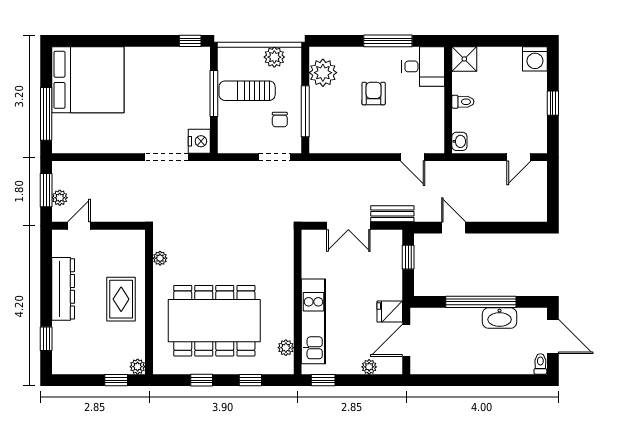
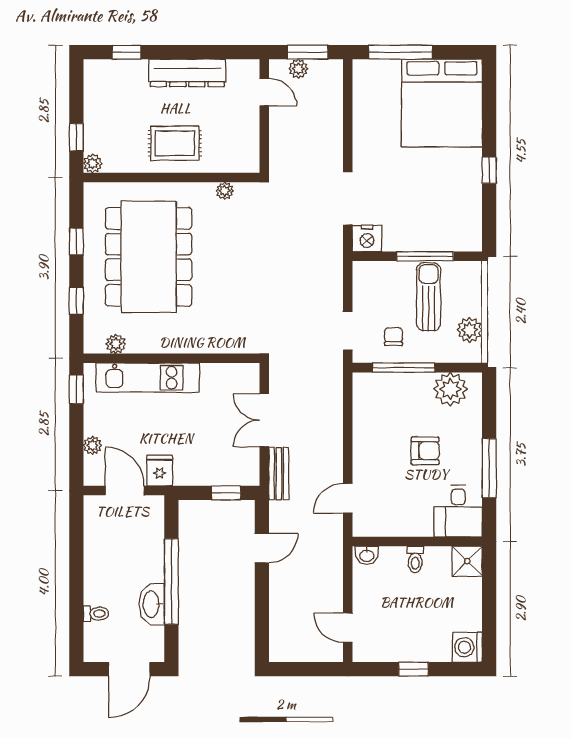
window: (190, 41) -> (489, 170), moved
chair: (280, 120) -> (393, 337), turned 90
toilet: (540, 364) -> (96, 614), moved

